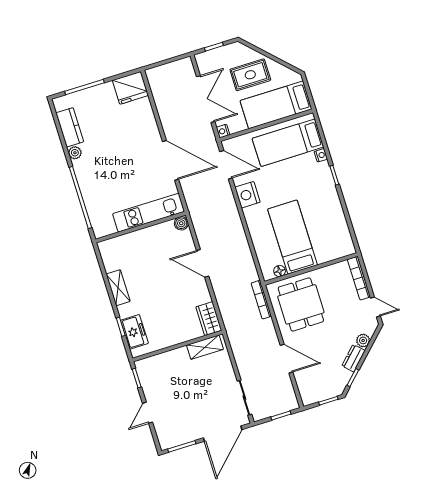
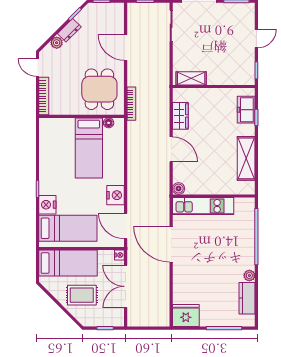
nightstand: (321, 155) -> (47, 205), width x1.89, depth x1.79
shelving: (118, 288) -> (246, 158), width x1.50, depth x1.33
wardrobe: (209, 319) -> (180, 116), moved

